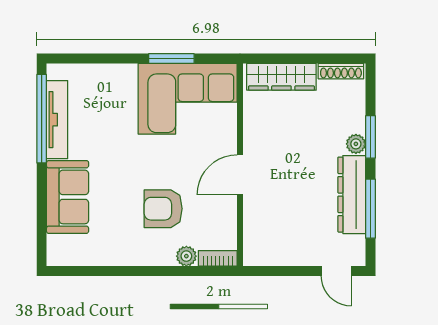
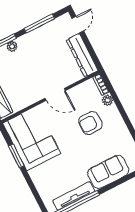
dresser: (352, 195) -> (82, 55), moved, turned 90
armchair: (163, 209) -> (90, 123), turned 90

